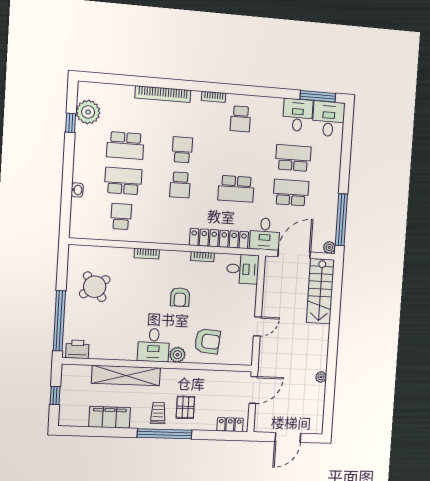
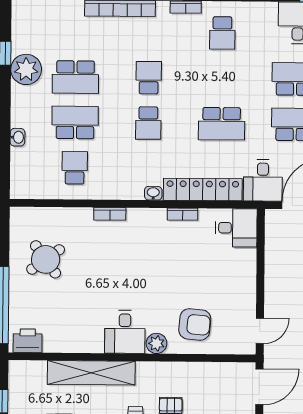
plant: (88, 112) -> (26, 69), moved
washbasin: (181, 239) -> (153, 193), added
armchair: (180, 297) -> (156, 268), removed
door: (257, 326) -> (260, 331), moved

